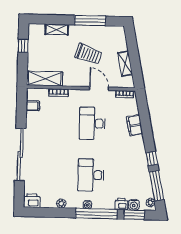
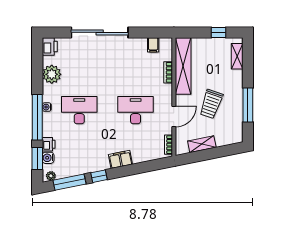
shelving: (57, 30) -> (237, 56), moved
shelving: (45, 79) -> (183, 66), width x1.47
filing cabinet: (135, 125) -> (120, 159), moved
plant: (61, 204) -> (52, 74), width x1.87, depth x1.87

